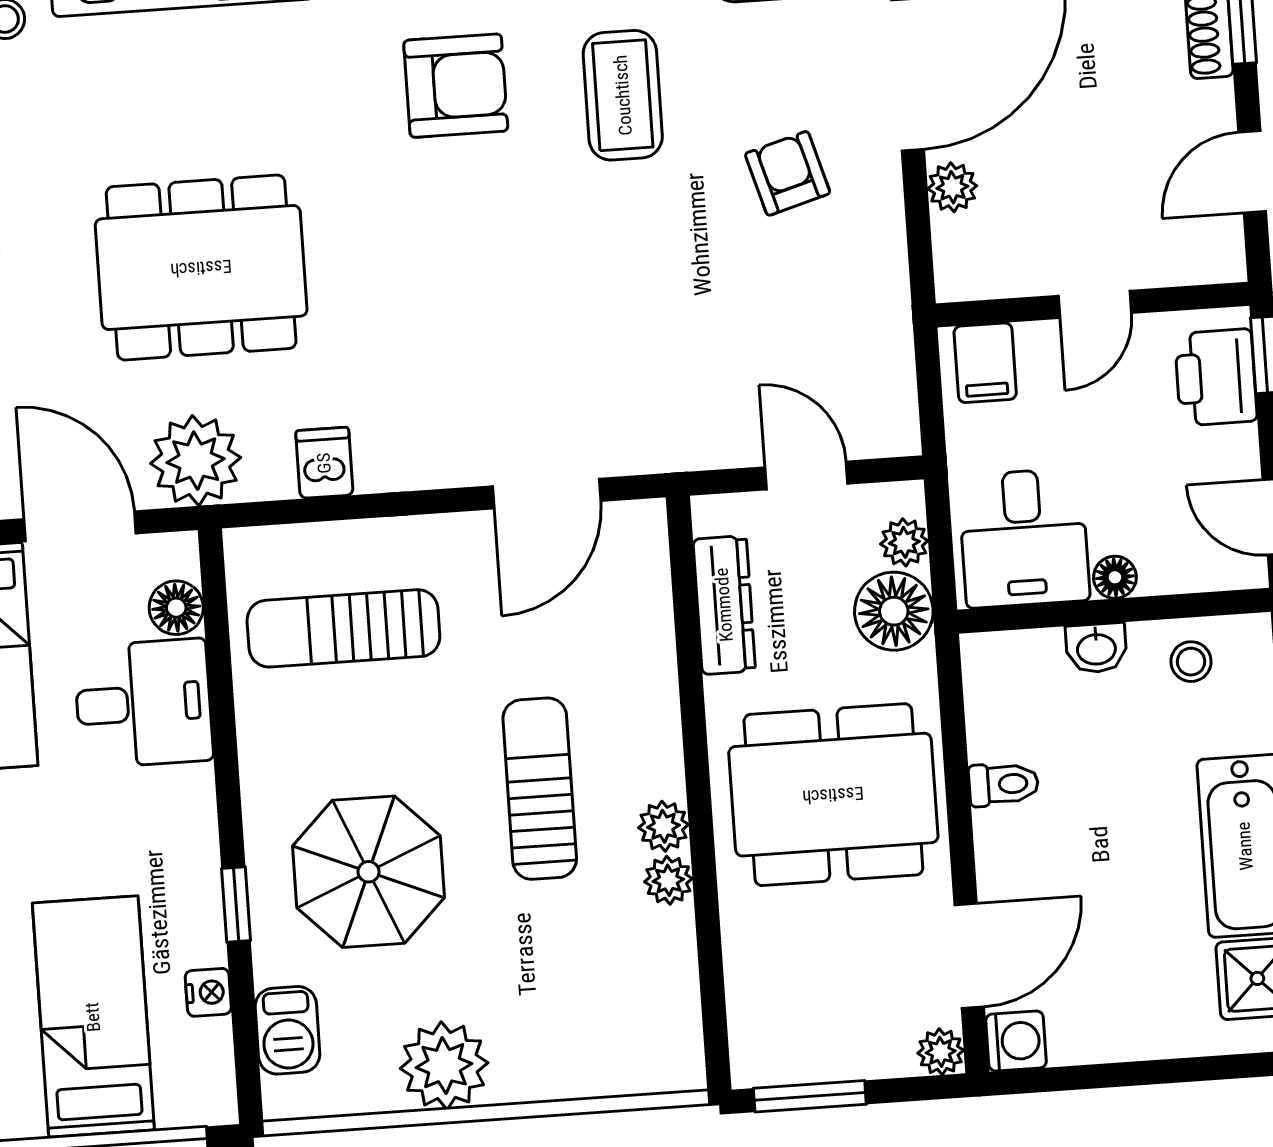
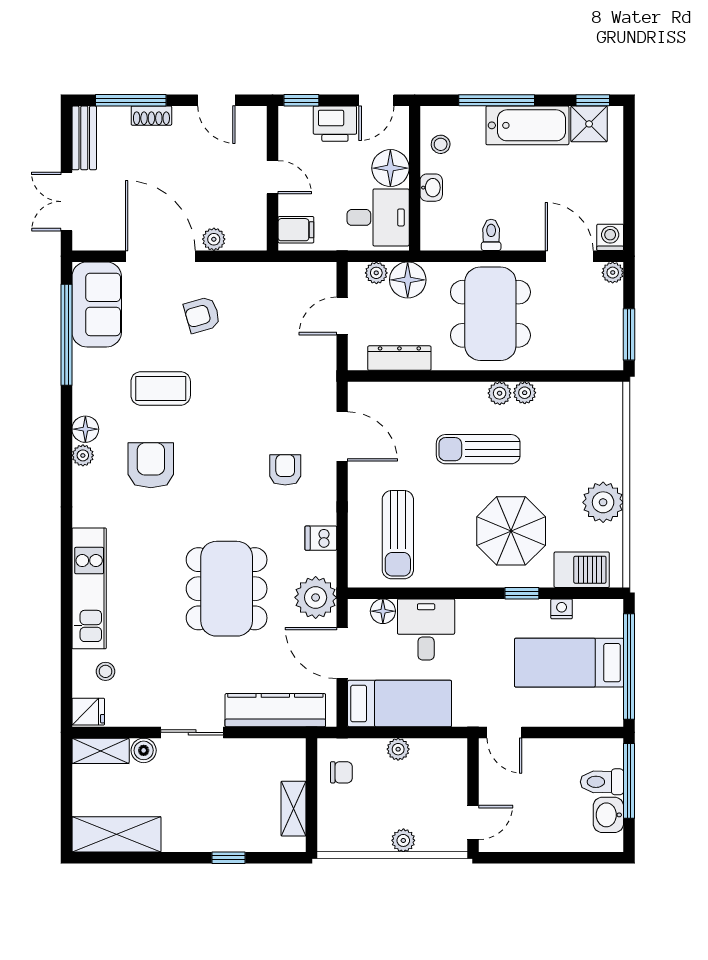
armchair: (466, 376) -> (285, 470), added
printer: (1216, 377) -> (335, 124), moved
door: (80, 526) -> (342, 653), hinge flipped
floor lamp: (1115, 577) -> (390, 168), width x1.89, depth x1.89
barbecue: (288, 1030) -> (582, 570), width x1.38, depth x1.27

